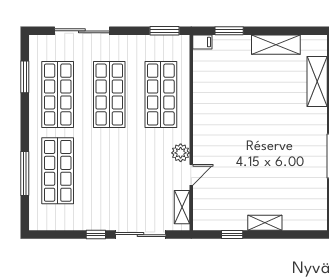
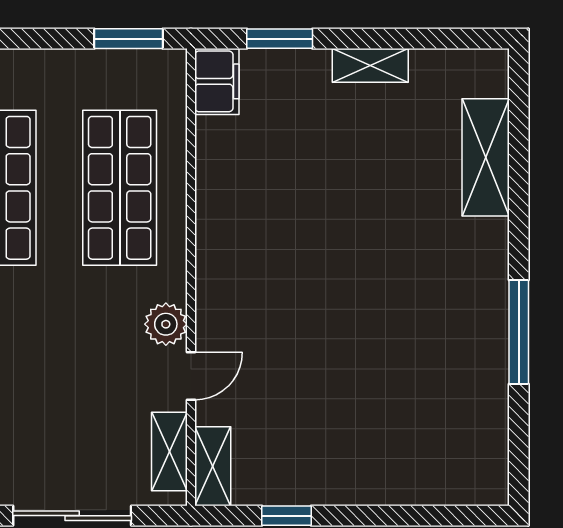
filing cabinet: (202, 42) -> (217, 81), width x2.00
shelving: (276, 45) -> (370, 65), width x0.67, depth x0.75
shelving: (265, 223) -> (213, 466), moved, turned 90

